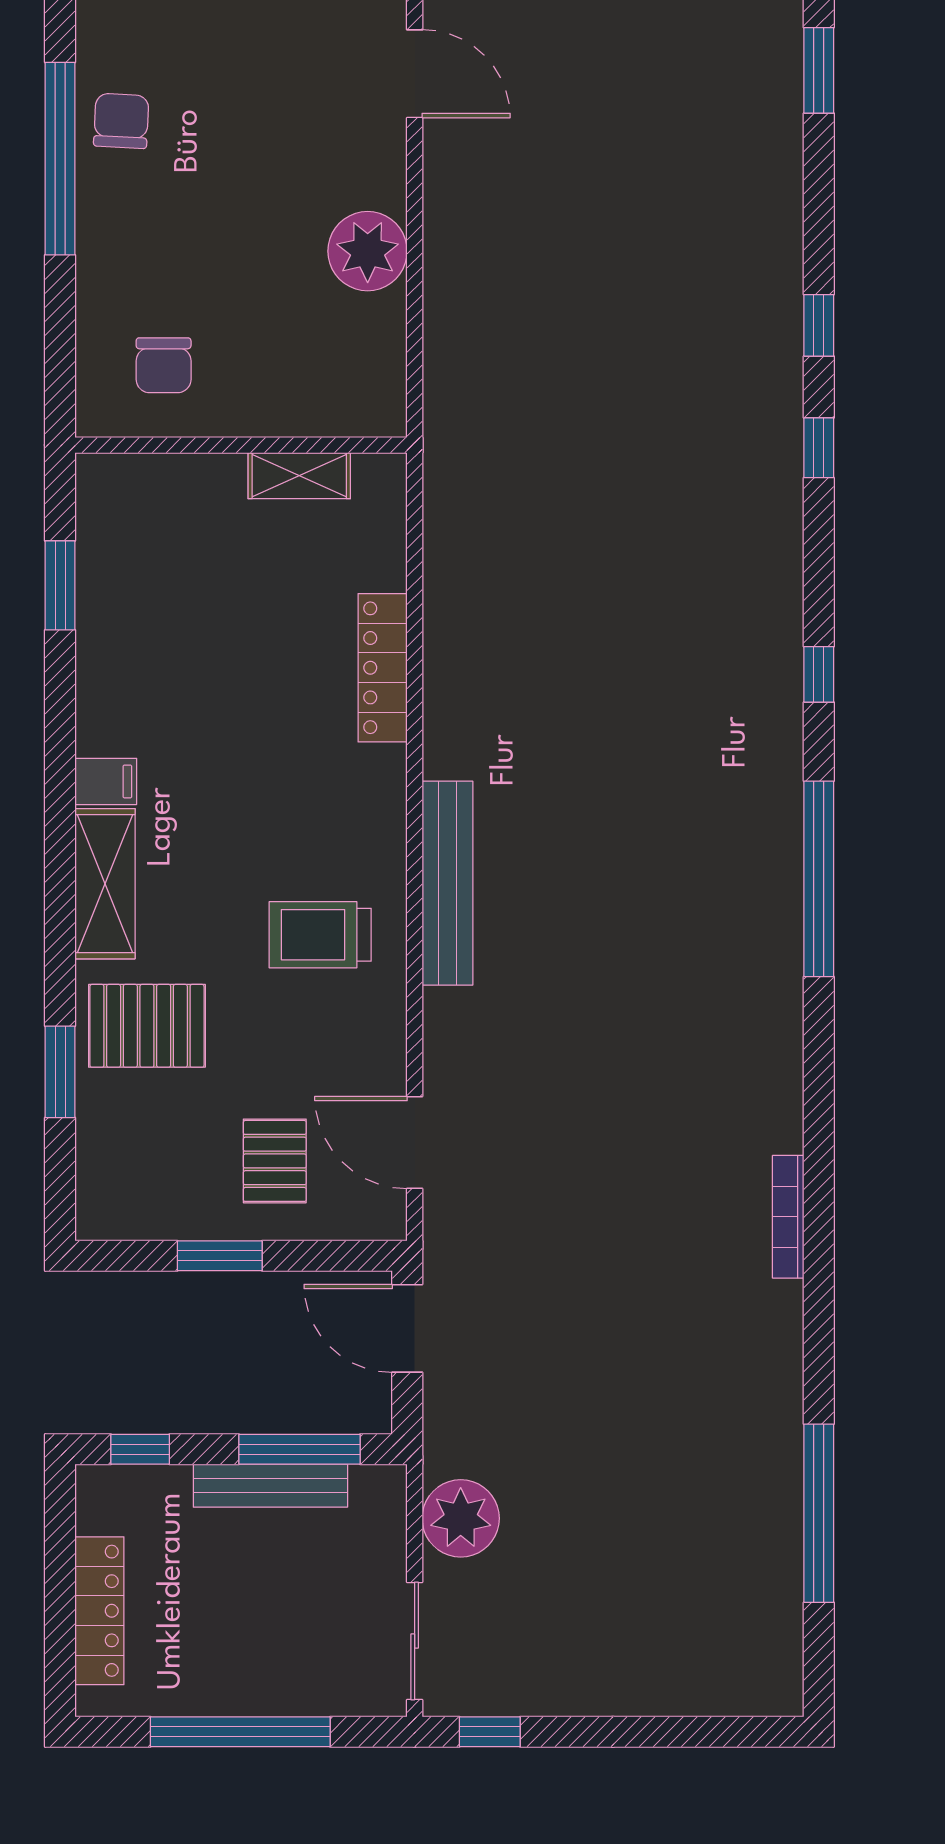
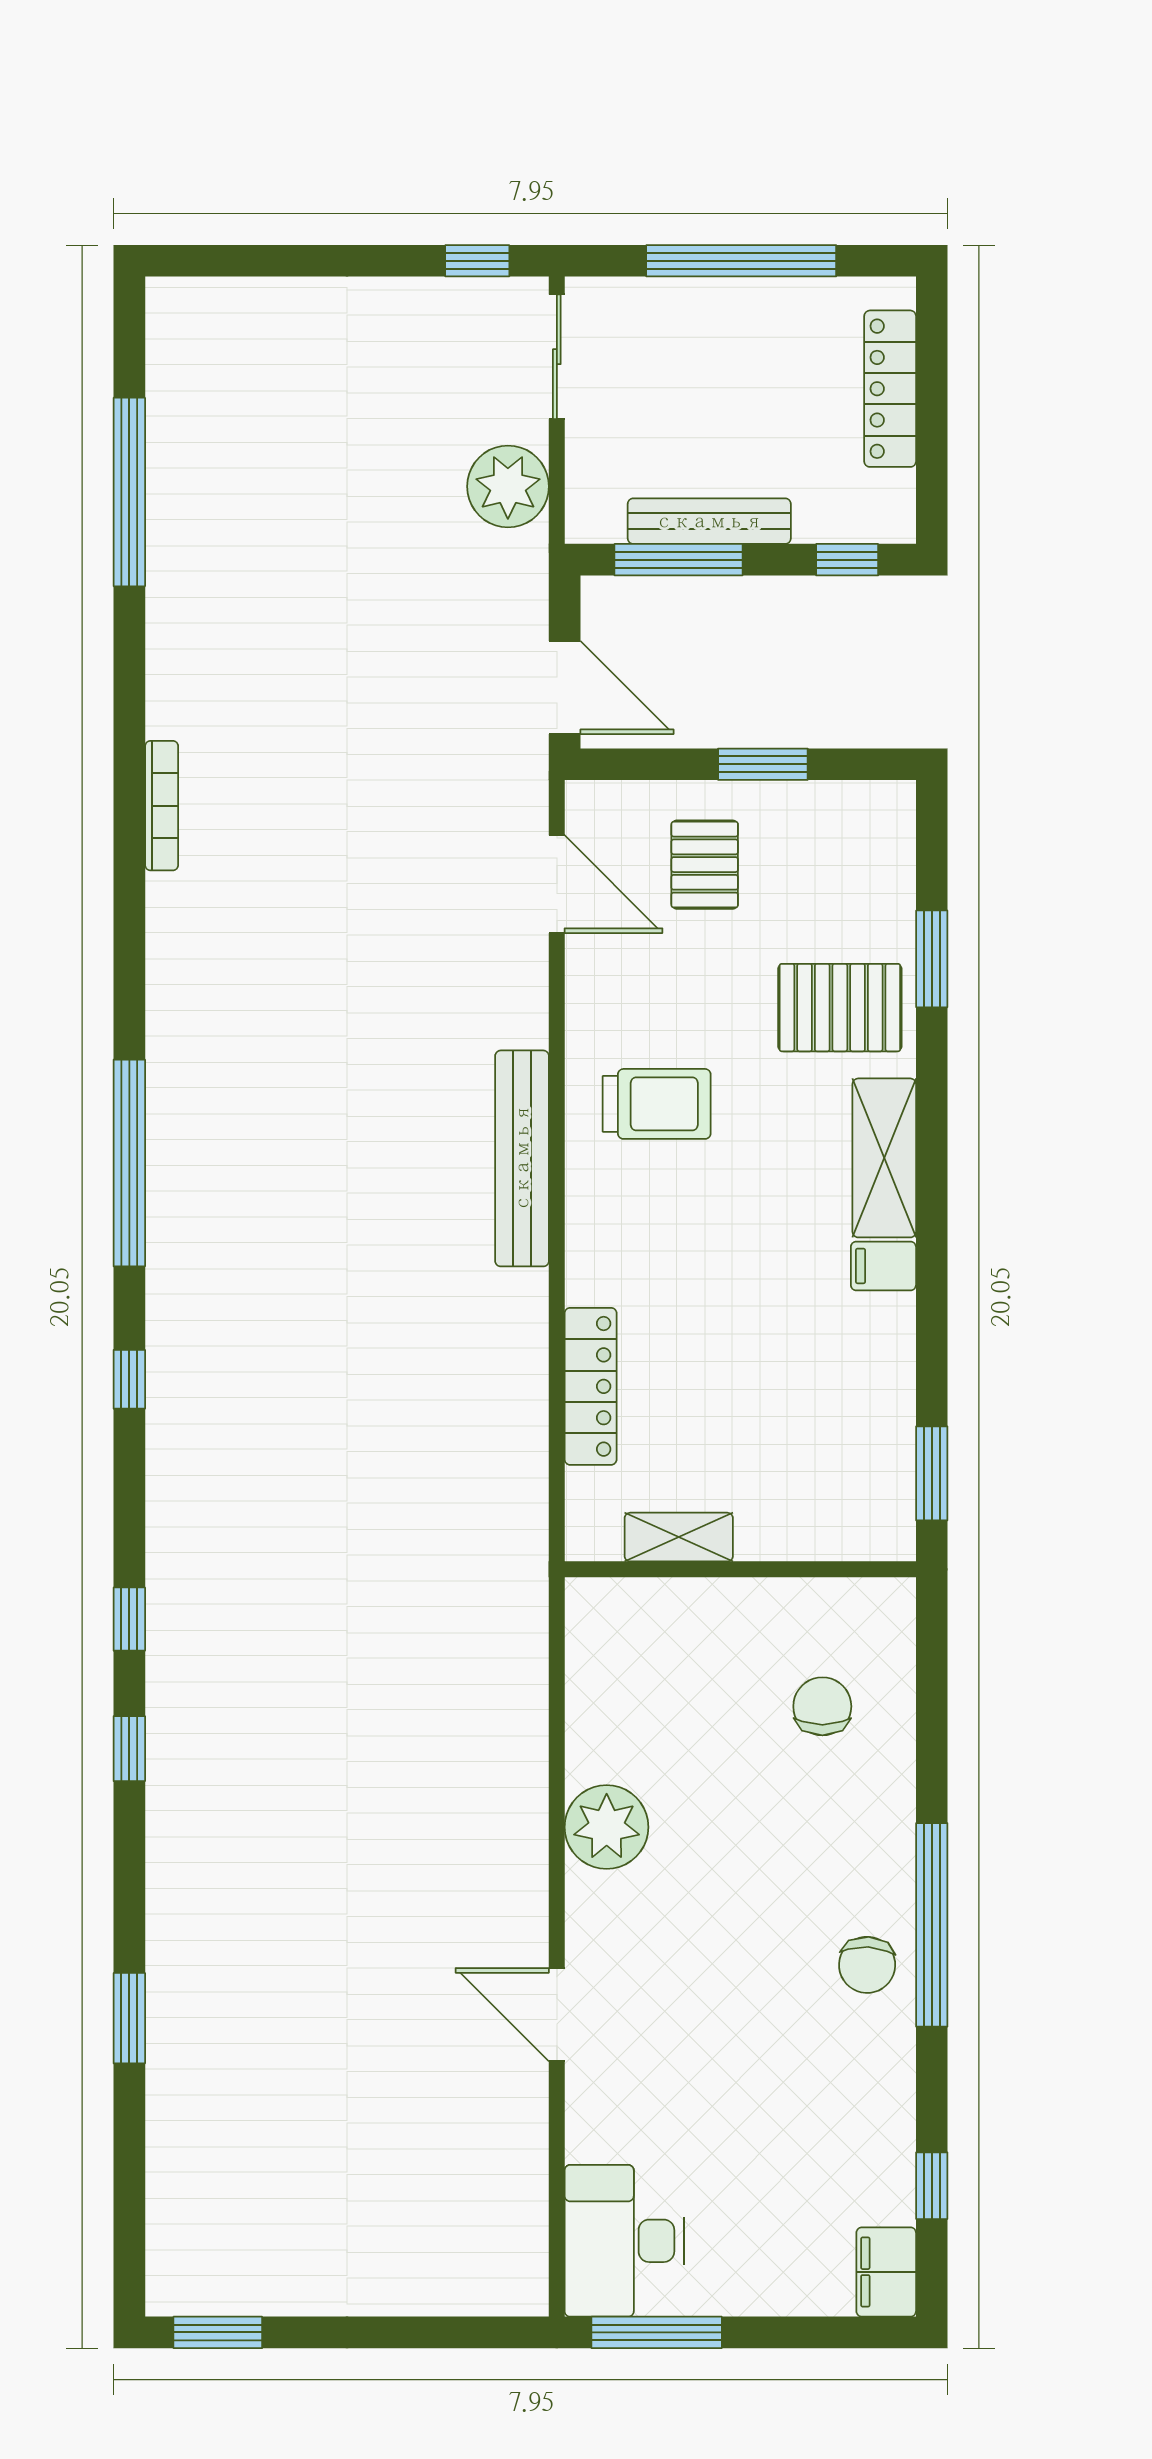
wall: (241, 445) -> (740, 1569), moved
shelving: (299, 476) -> (679, 1537), moved

